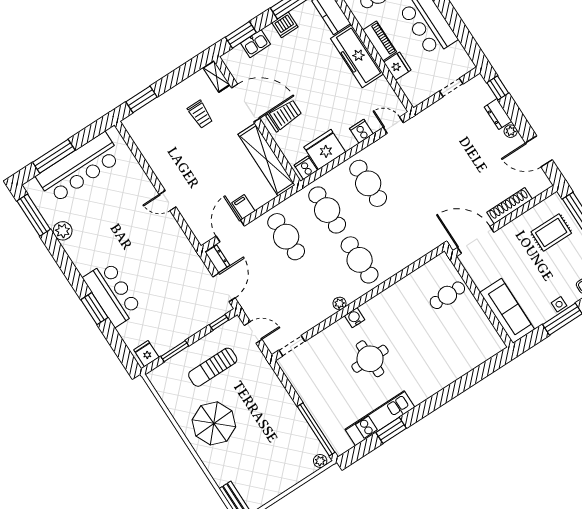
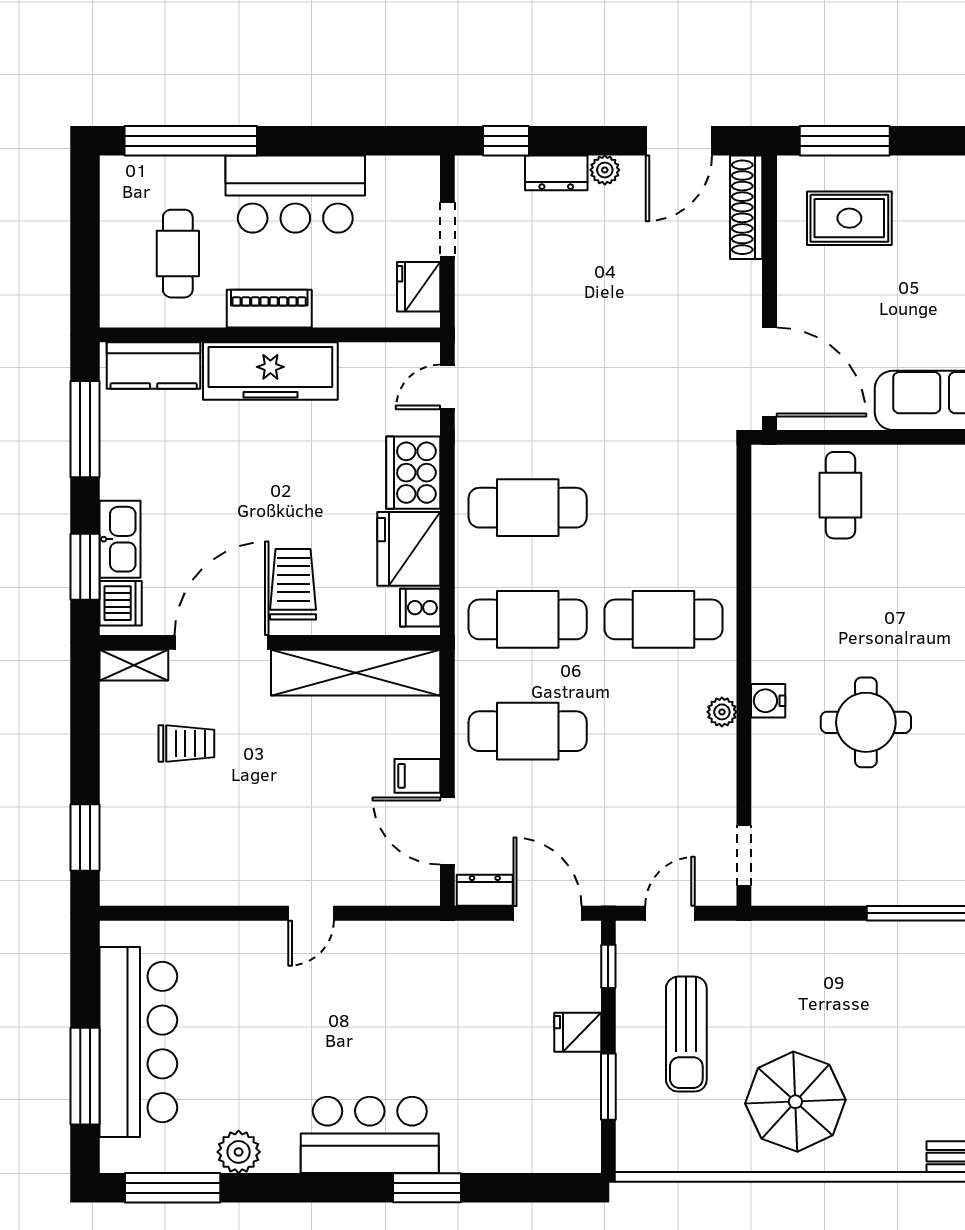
dishwasher: (285, 25) -> (121, 603), moved
kitchen sink: (255, 44) -> (120, 539), width x1.38
fridge: (397, 66) -> (419, 287), moved, turned -90
cooker: (361, 131) -> (413, 473), width x1.87, depth x1.31
shoe rack: (509, 206) -> (746, 207), moved
rug: (551, 232) -> (849, 218), turned 90
door: (476, 240) -> (770, 372), swing flipped
bar counter: (112, 294) -> (370, 1135), moved
fridge: (146, 354) -> (578, 1032), moved

